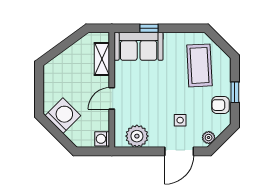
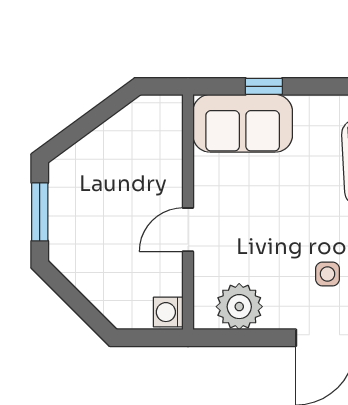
shelving: (102, 59) -> (168, 149), removed
window: (39, 90) -> (40, 212), added
washing machine: (63, 116) -> (88, 265), removed

